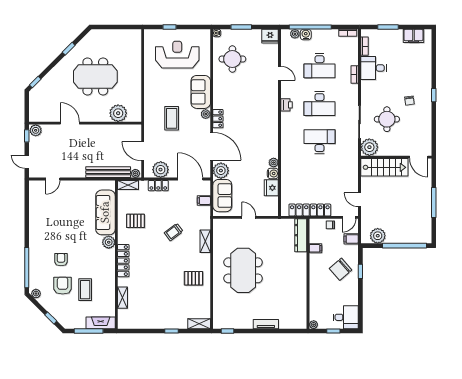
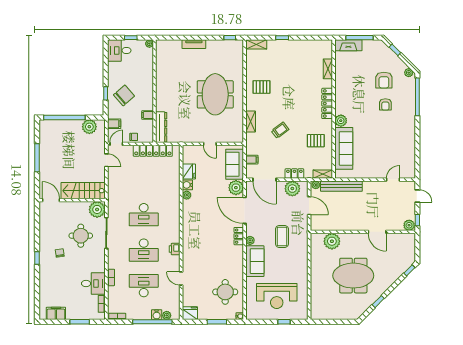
desk: (320, 104) -> (144, 250), turned 180
coffee table: (85, 290) -> (363, 76), removed

